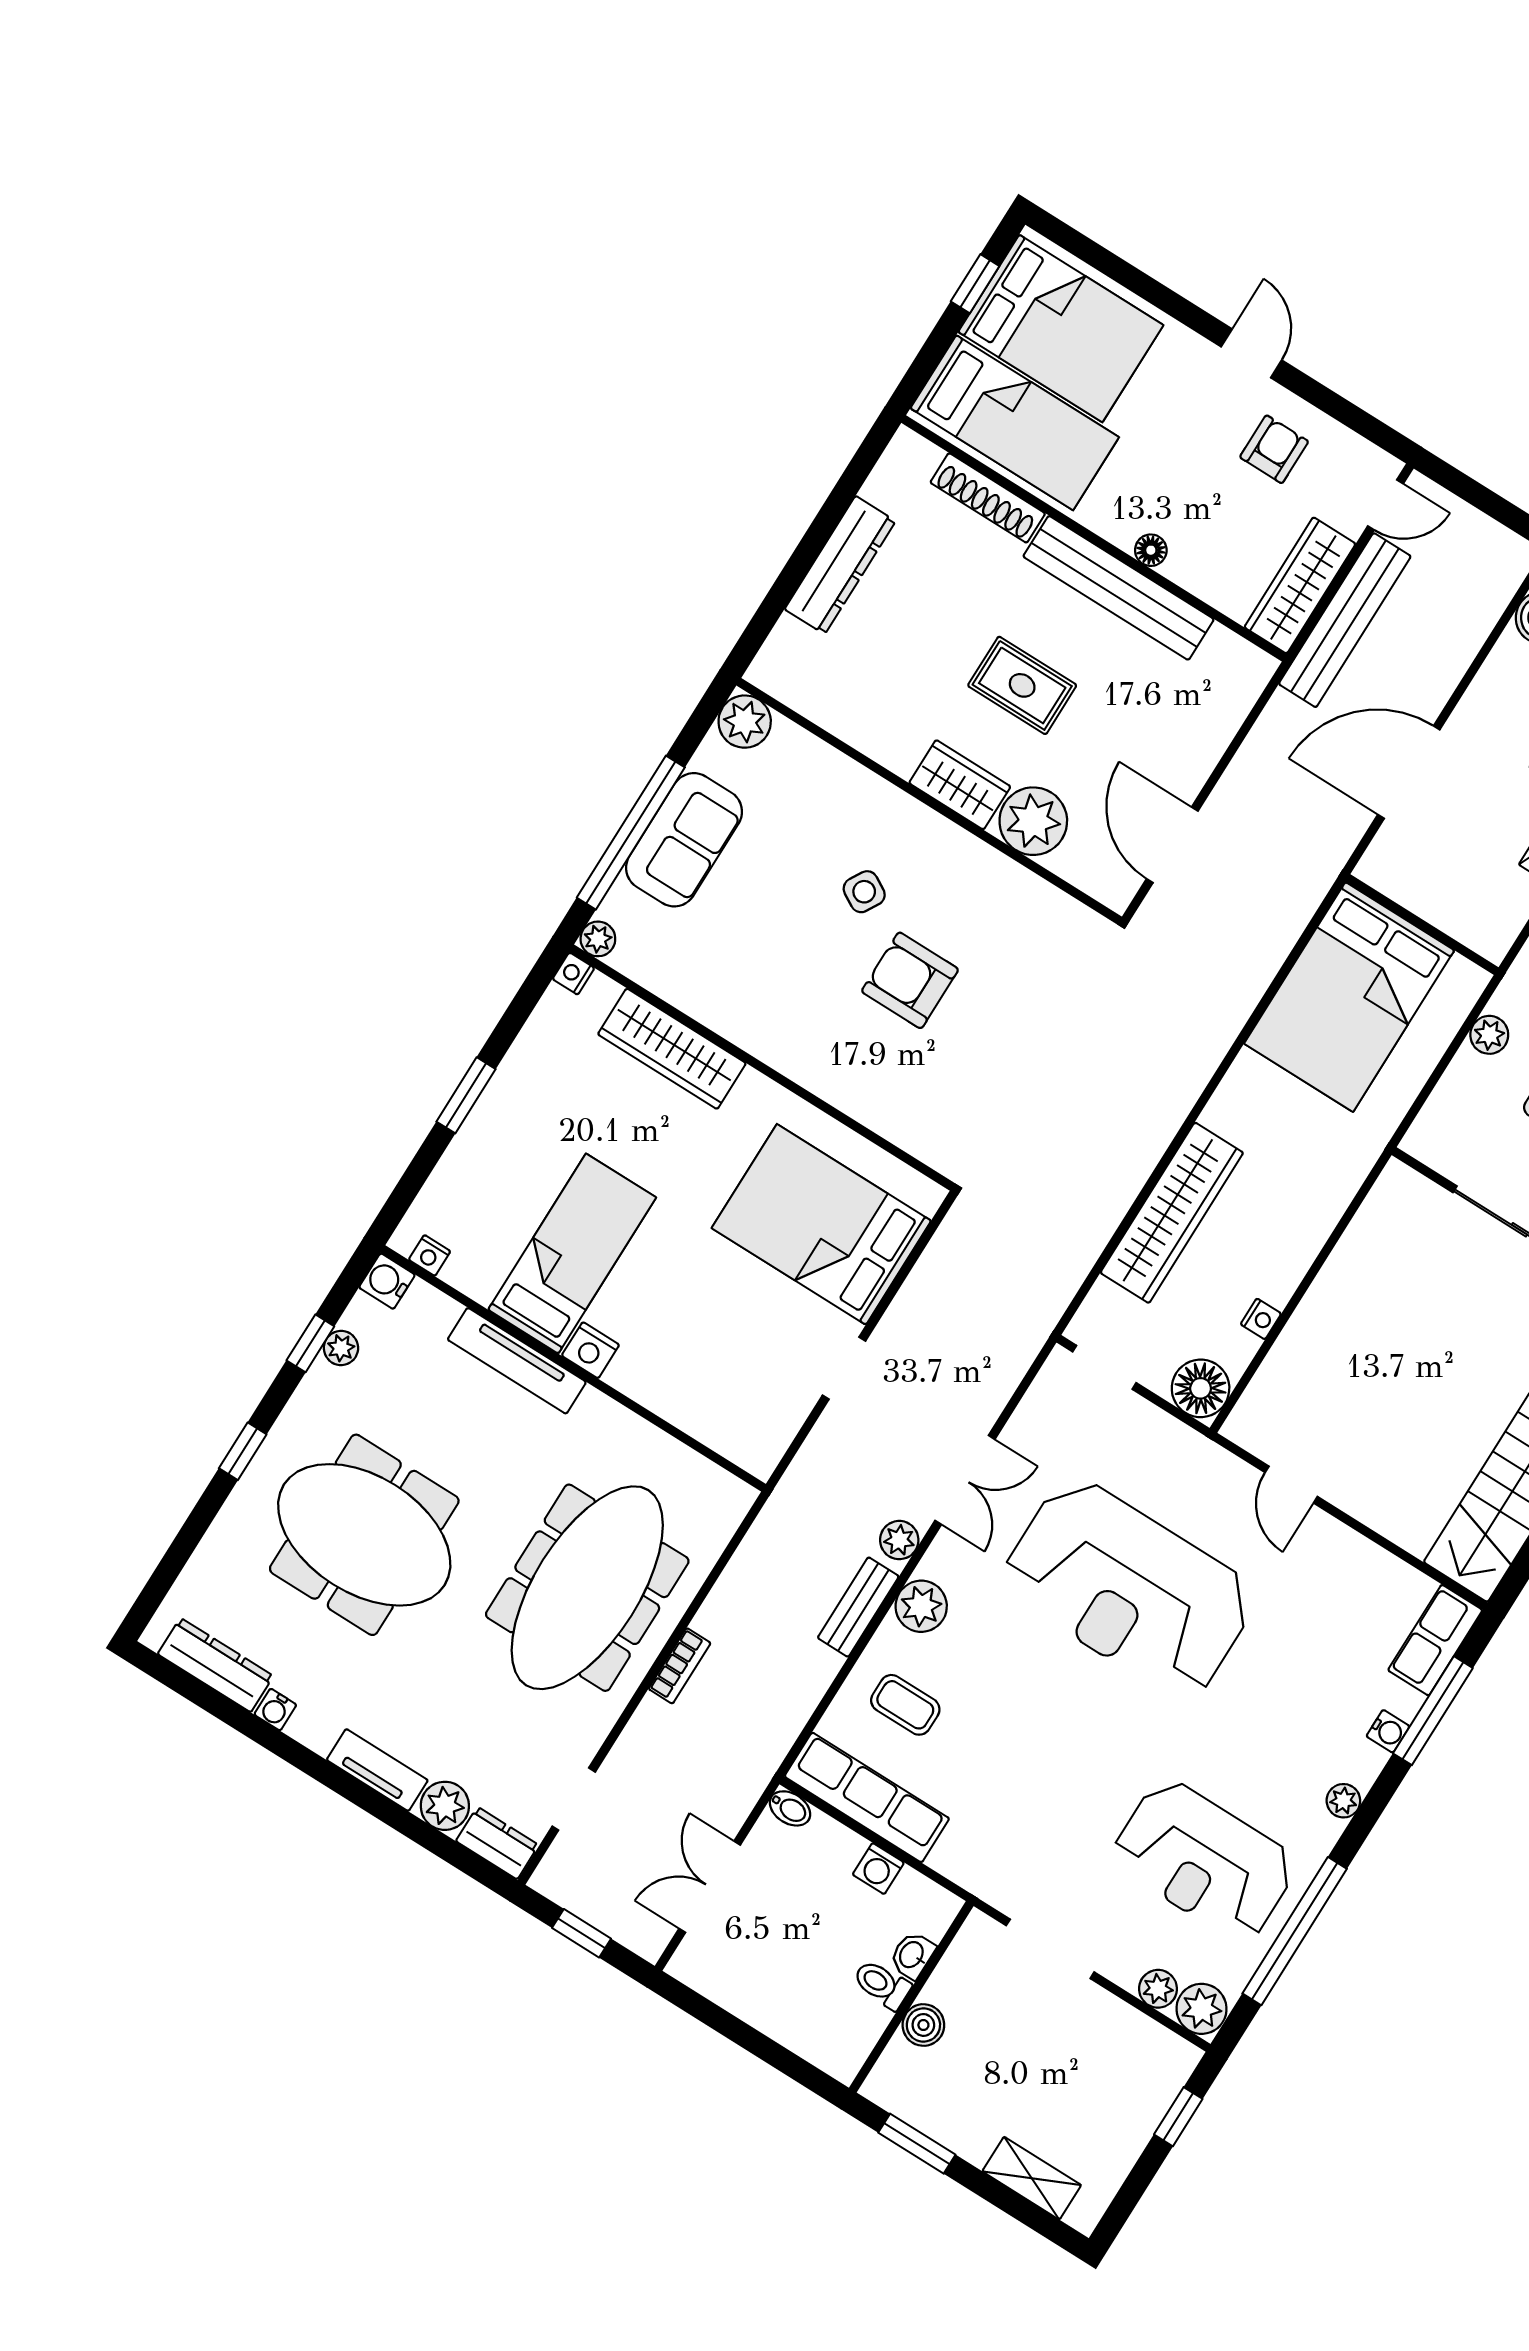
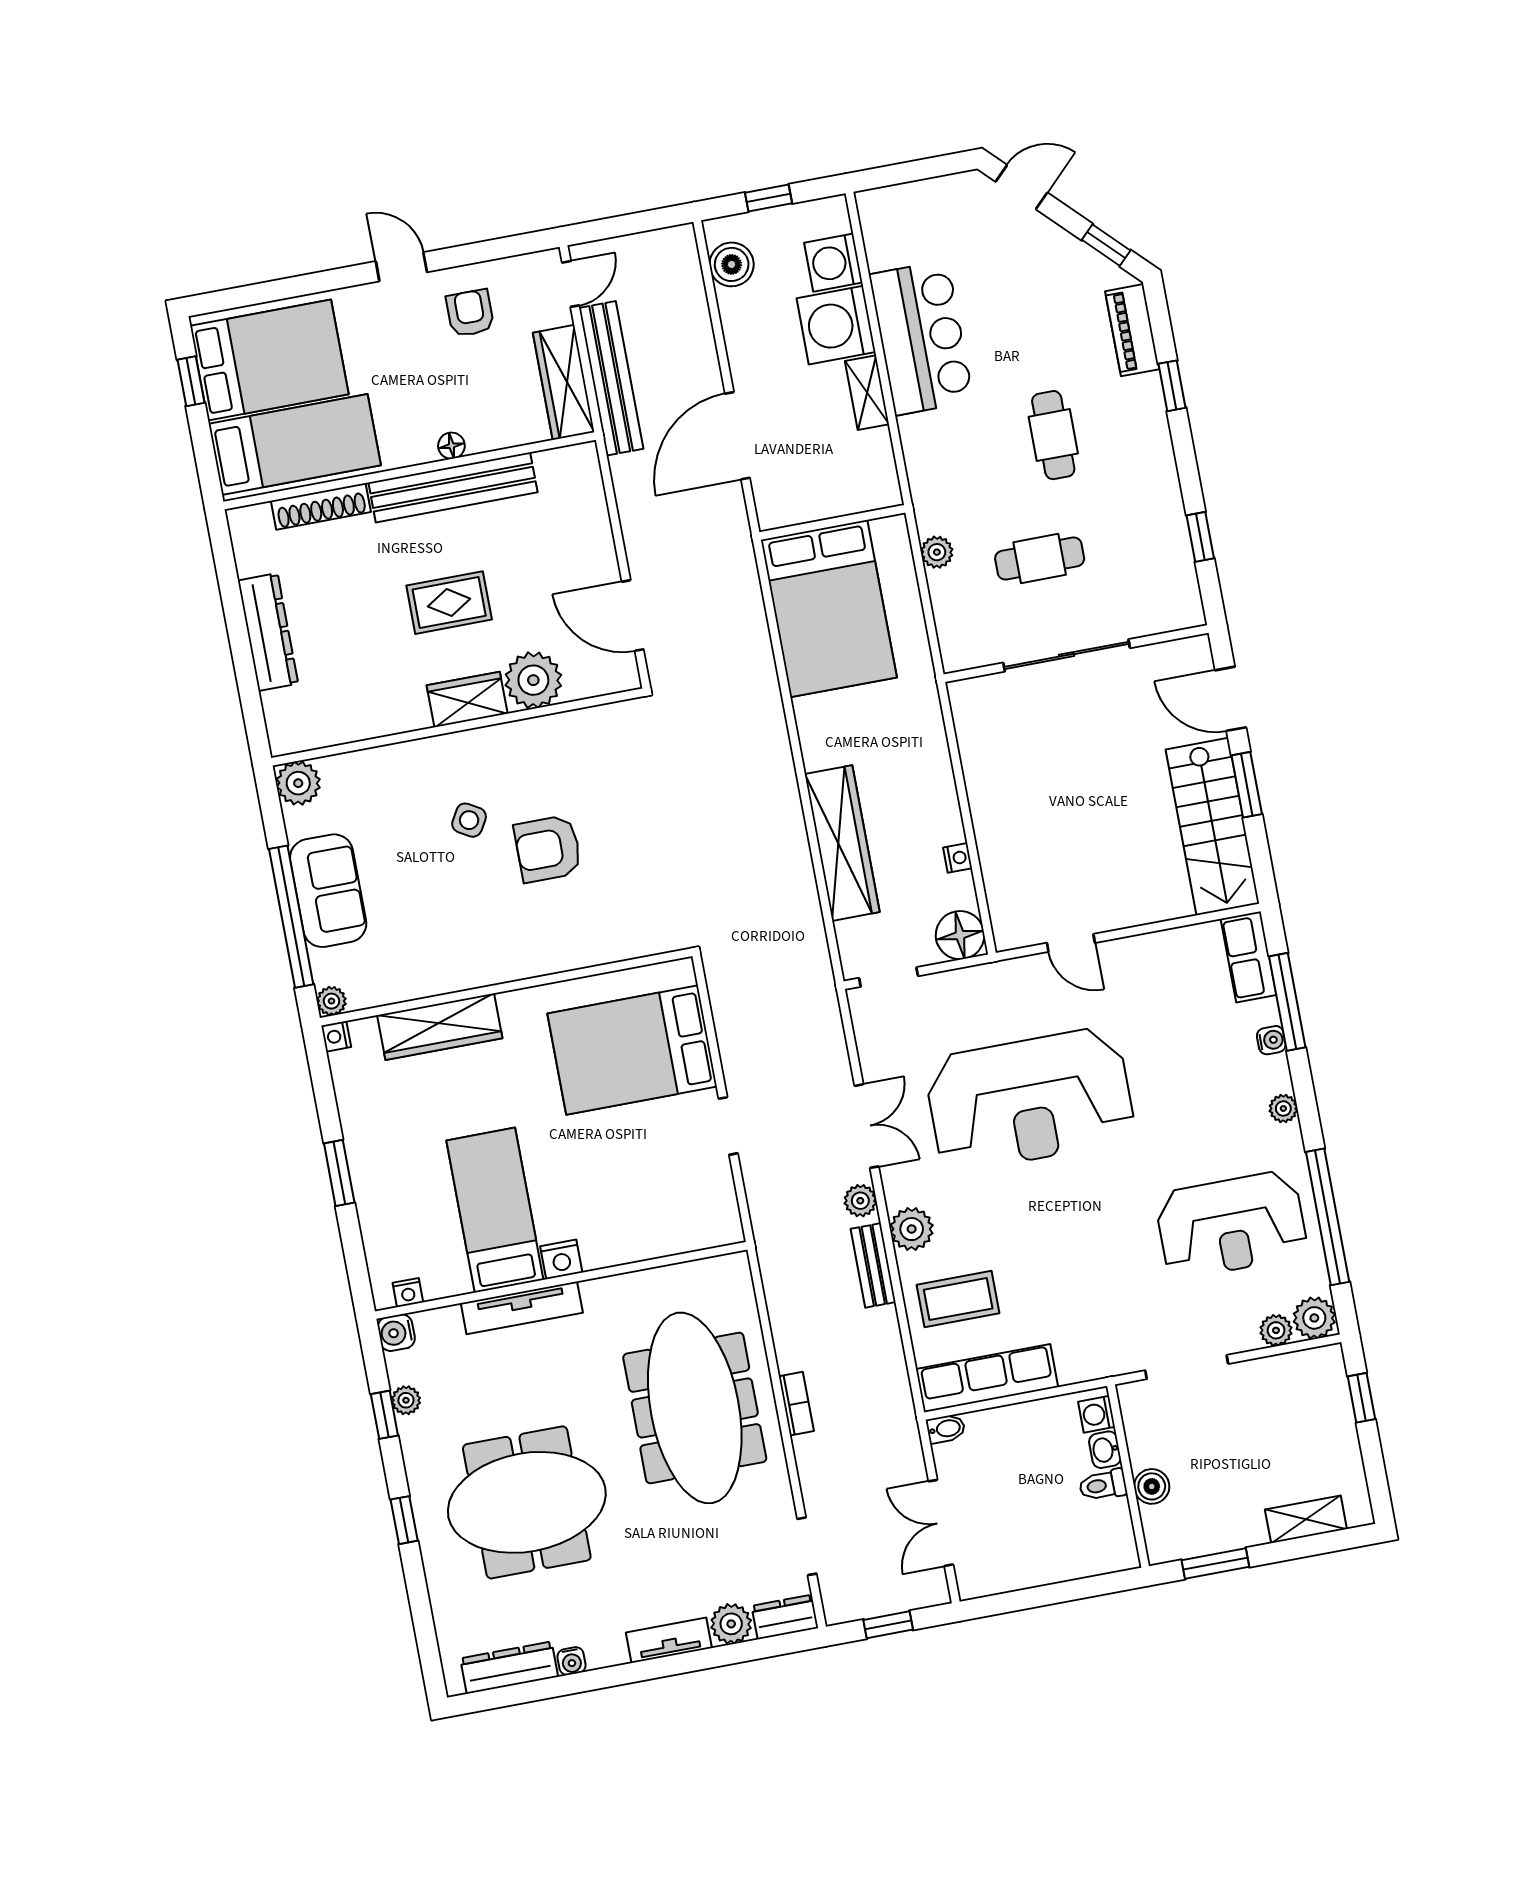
coffee table: (905, 1705) -> (958, 1299), width x1.36, depth x1.30
washing machine: (878, 1869) -> (1097, 1414), moved, turned 90

